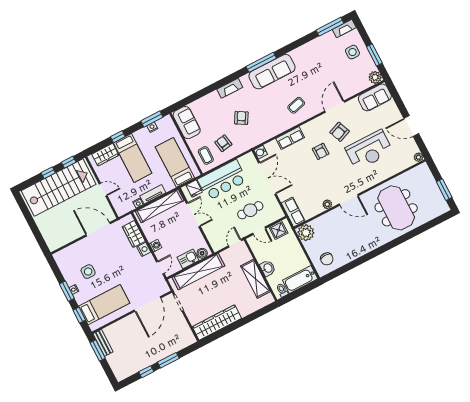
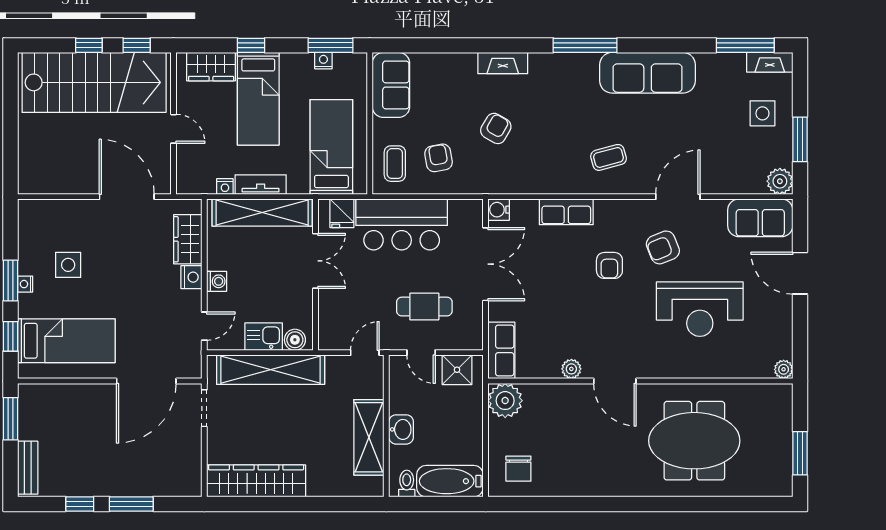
sofa: (272, 72) -> (648, 73), moved
door: (411, 126) -> (800, 273), moved
meeting table: (396, 208) -> (694, 441), turned 90
bench: (103, 343) -> (28, 468), moved

